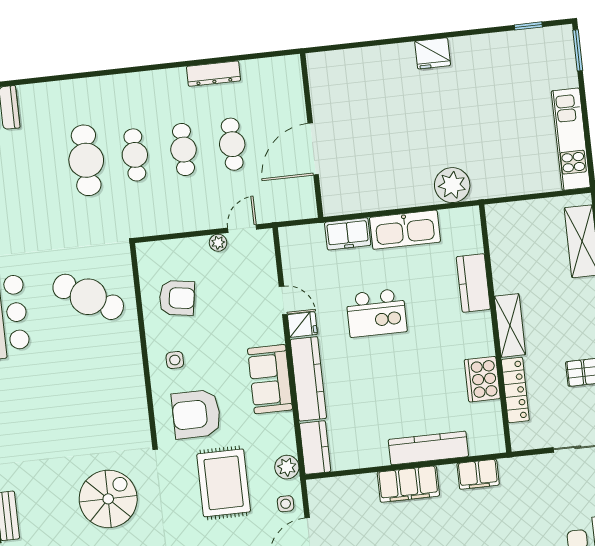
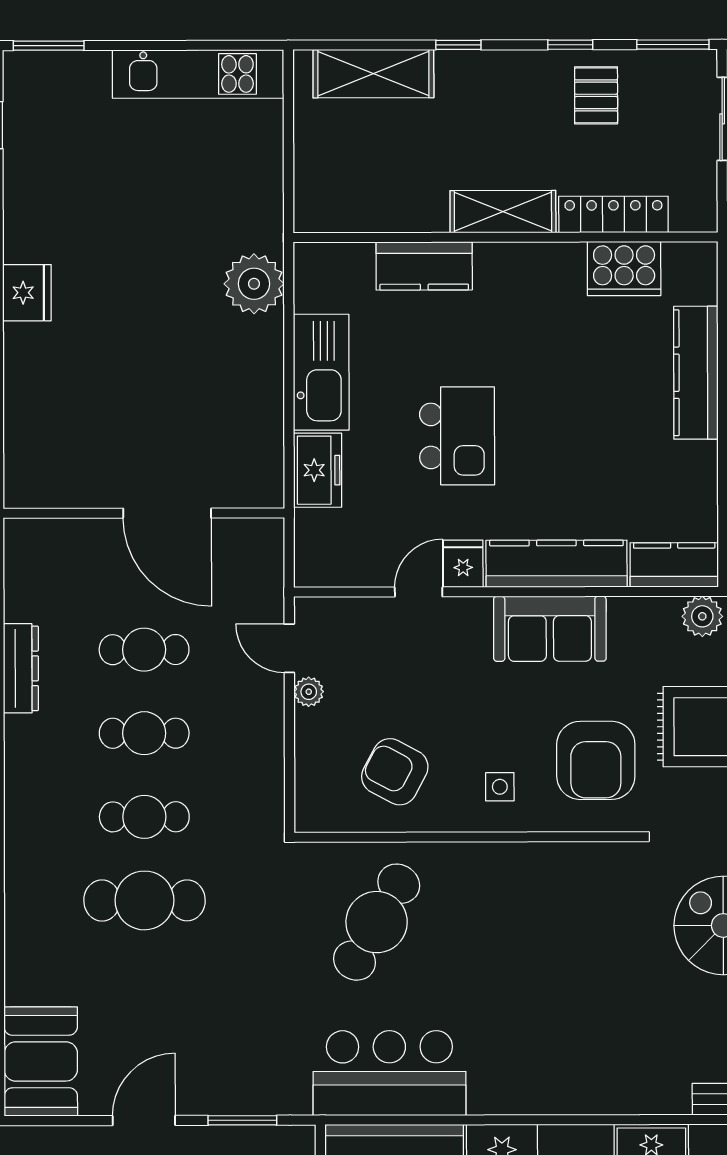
armchair: (177, 298) -> (395, 772), turned -71
cooker: (482, 379) -> (624, 269), moved

